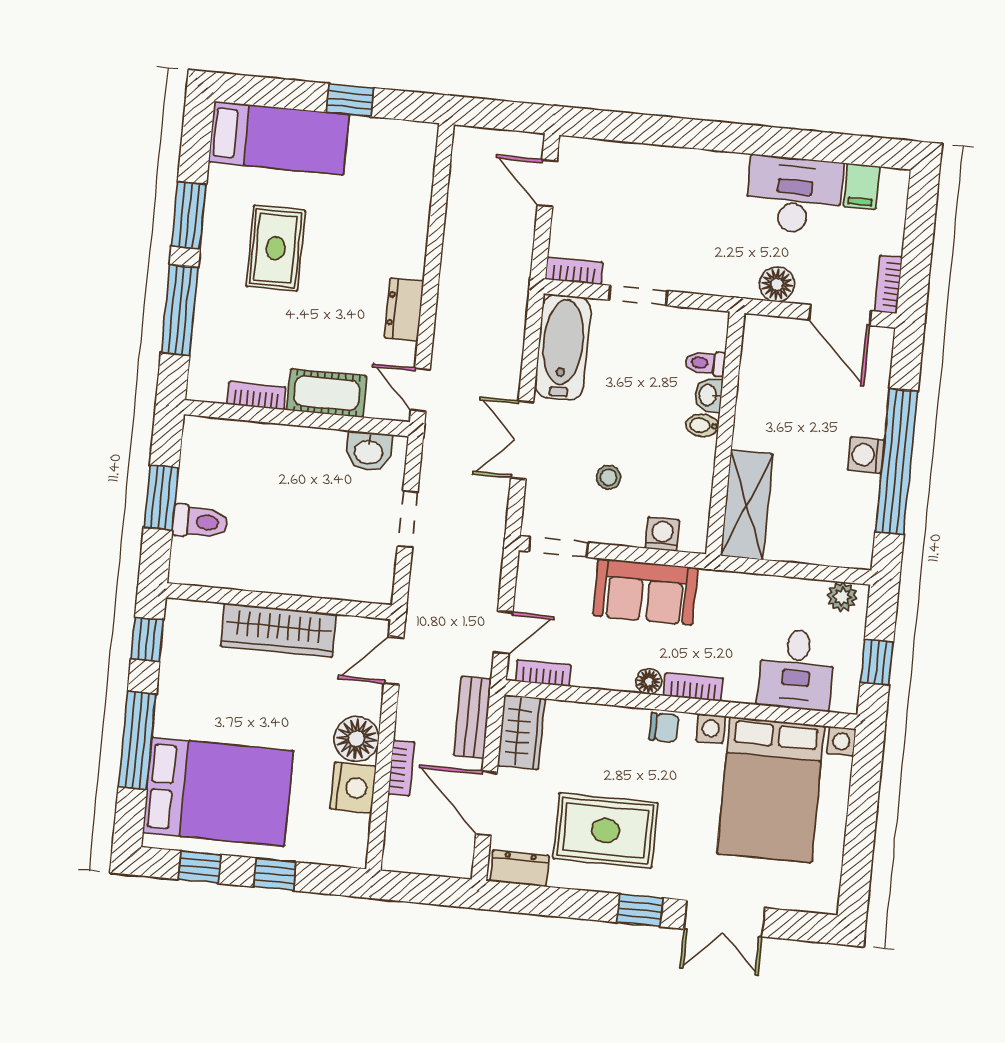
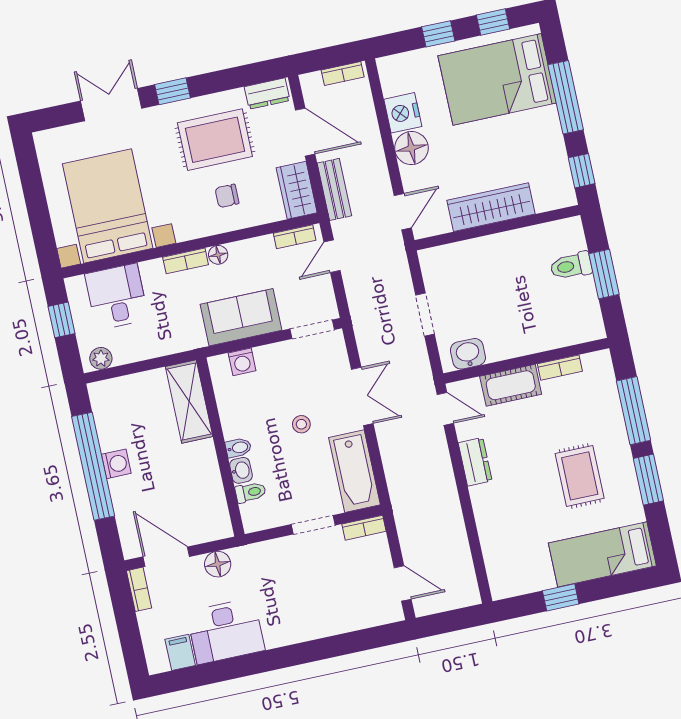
stool: (609, 477) -> (301, 424), moved
chair: (664, 727) -> (227, 196), moved
bookcase: (401, 768) -> (343, 74), moved, turned -90

